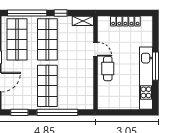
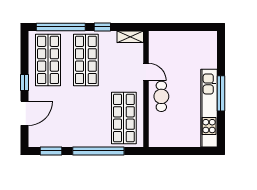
locker: (125, 21) -> (183, 37), removed
shop shelf: (47, 86) -> (124, 118), moved

